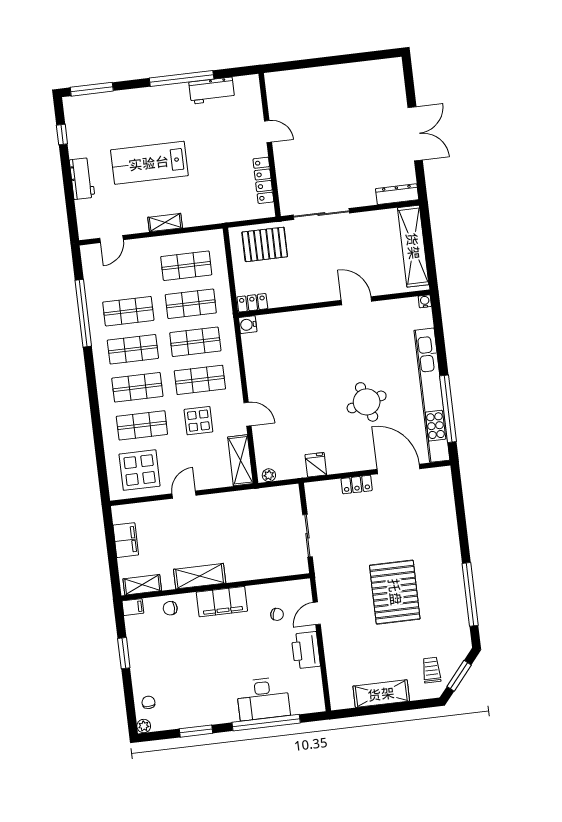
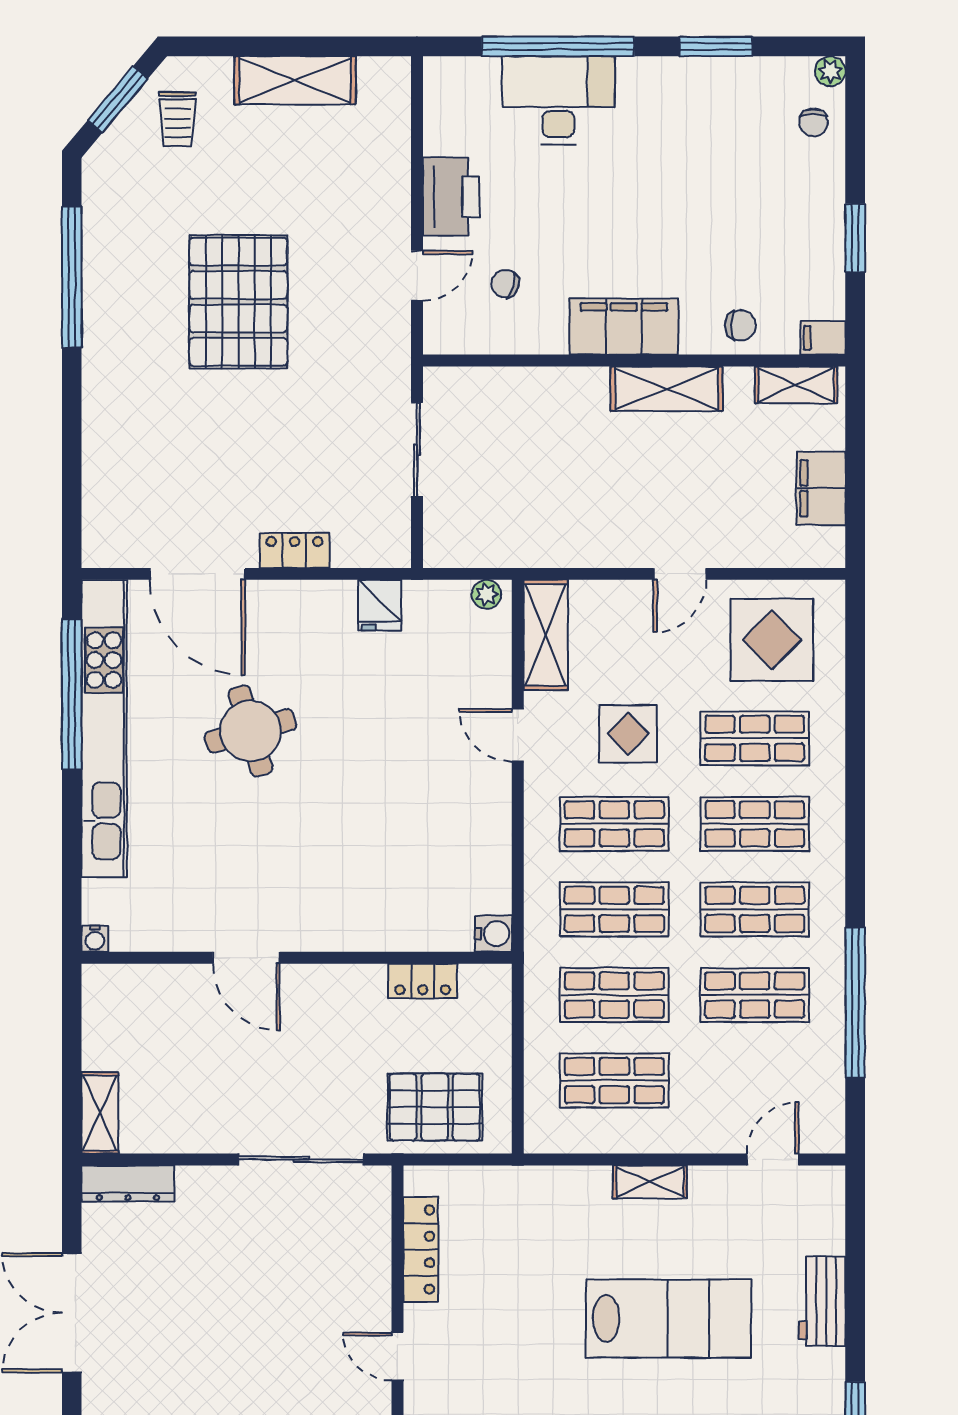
shelving: (413, 246) -> (100, 1113), width x0.45, depth x0.75
locker: (252, 303) -> (423, 981), moved

